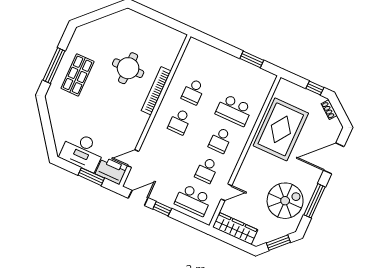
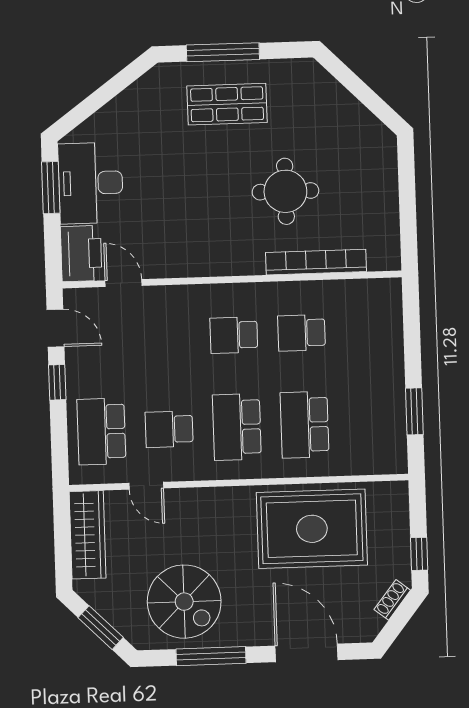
bookcase: (156, 91) -> (316, 262), moved
school desk: (220, 140) -> (237, 427), width x1.85
window: (91, 177) -> (51, 188), moved

